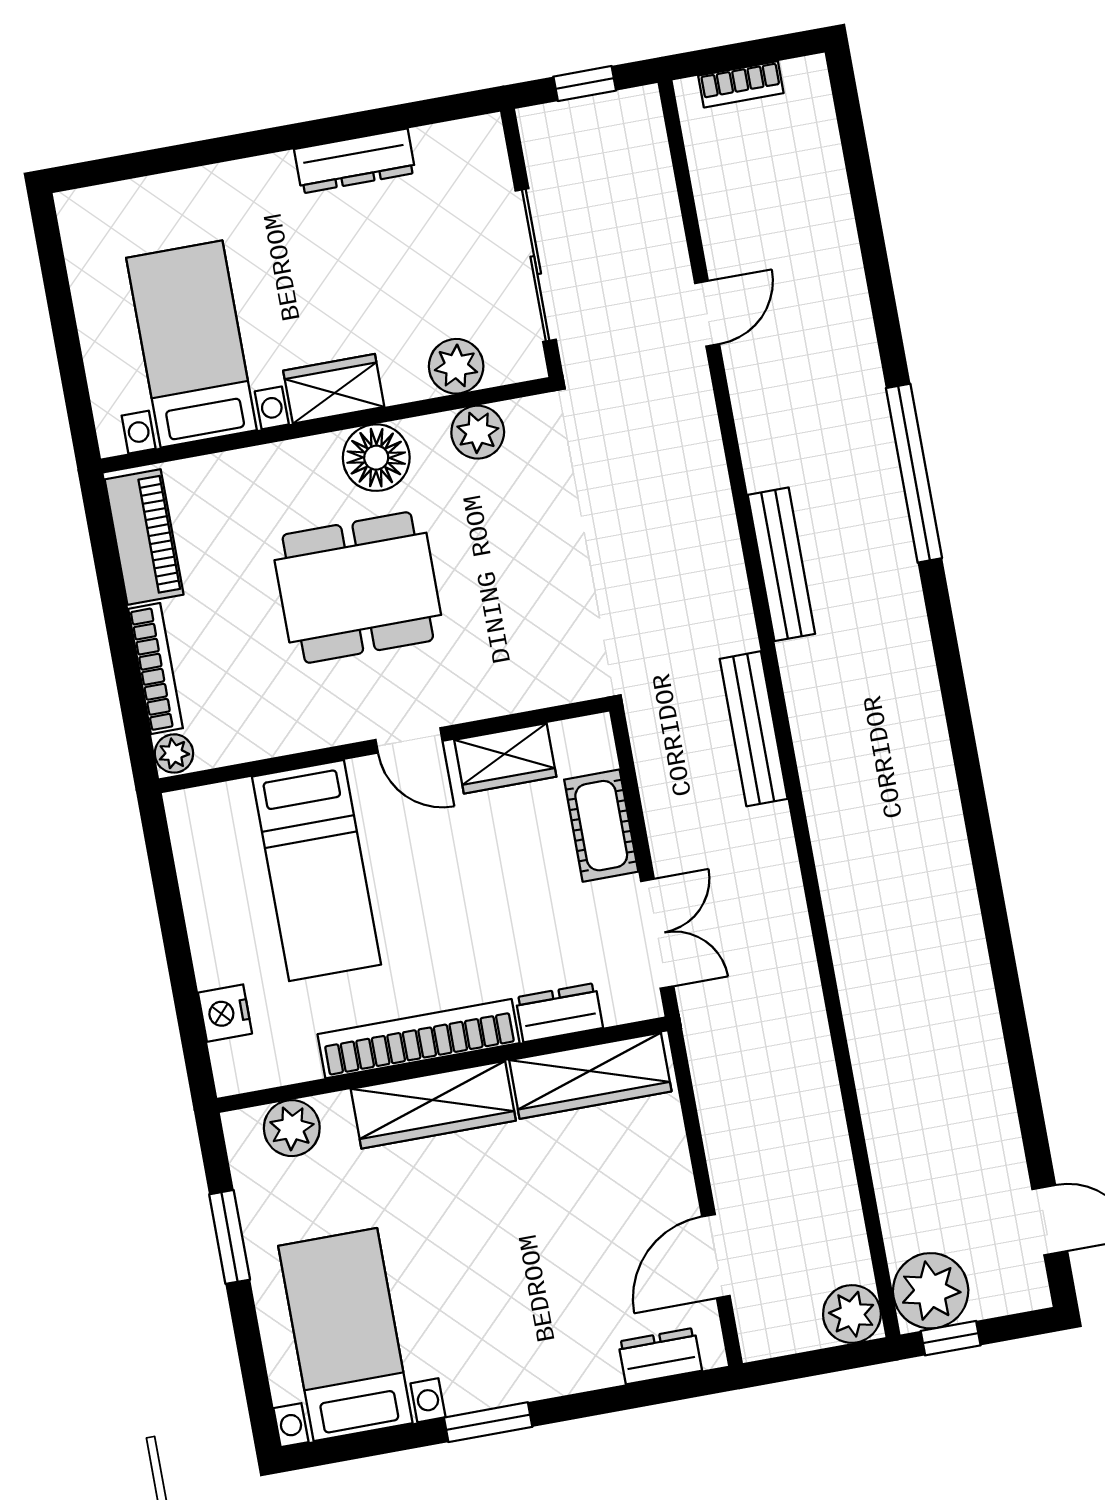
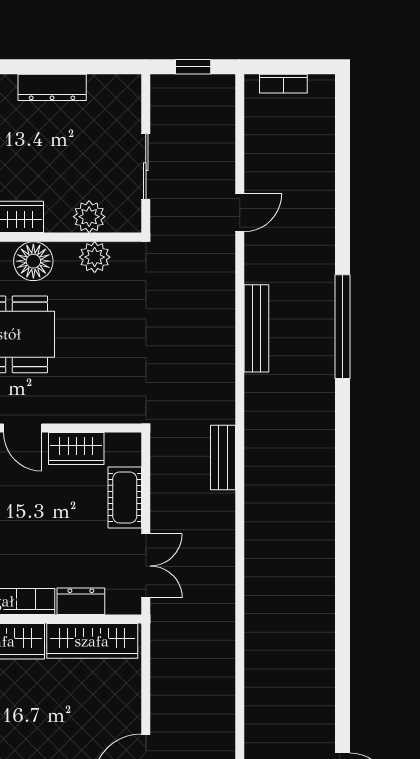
sliding door: (536, 265) -> (146, 167), width x0.73
bench: (781, 564) -> (256, 328), moved
bench: (754, 729) -> (223, 458), width x0.73

